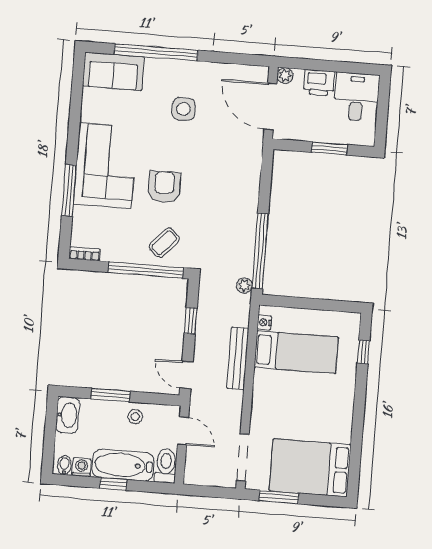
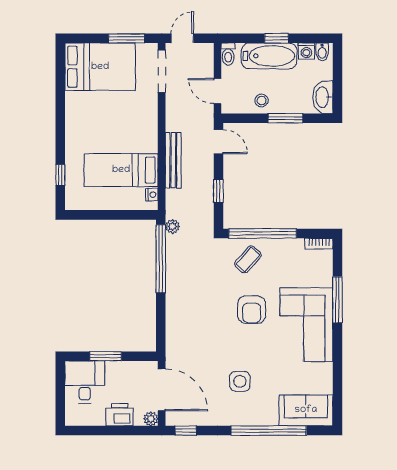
window: (247, 59) -> (186, 431), added
desk: (356, 97) -> (85, 382), moved, turned 180
toilet: (166, 466) -> (228, 54), width x0.73, depth x0.72
door: (217, 492) -> (182, 38), added

